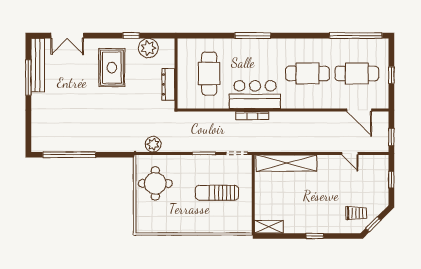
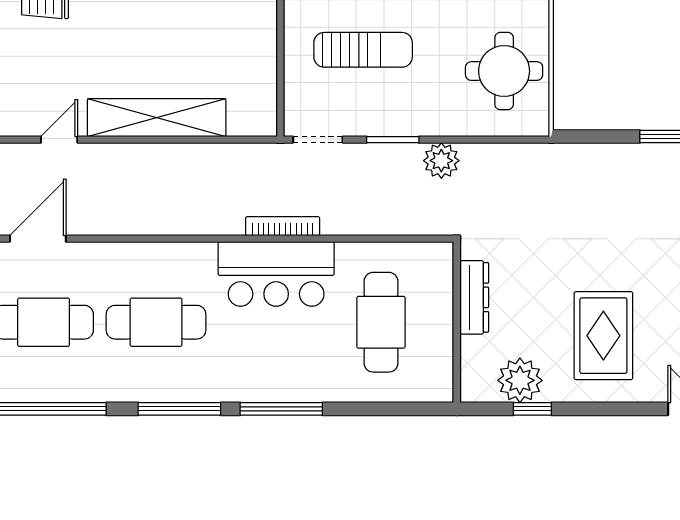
window: (131, 36) -> (532, 409), moved
window: (297, 36) -> (179, 409), added
door: (359, 110) -> (38, 239), hinge flipped
plant: (153, 144) -> (441, 161), moved
door: (350, 153) -> (59, 140), hinge flipped
shelving: (287, 163) -> (157, 118), moved

